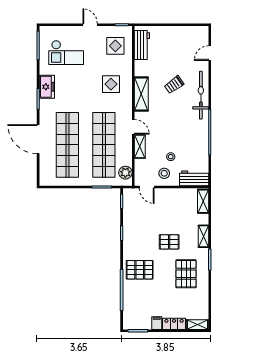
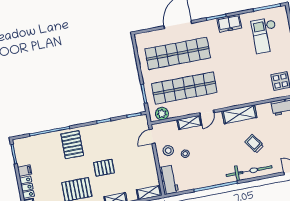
display table: (111, 84) -> (243, 84), removed
pallet: (169, 242) -> (104, 168), turned 90

